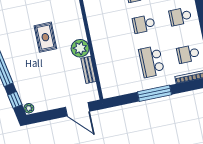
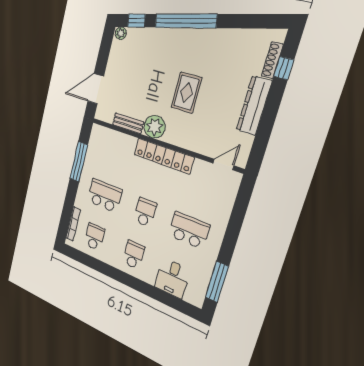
locker: (96, 31) -> (164, 156), added
rug: (45, 37) -> (186, 93), turned 90
window: (154, 93) -> (79, 162), moved

